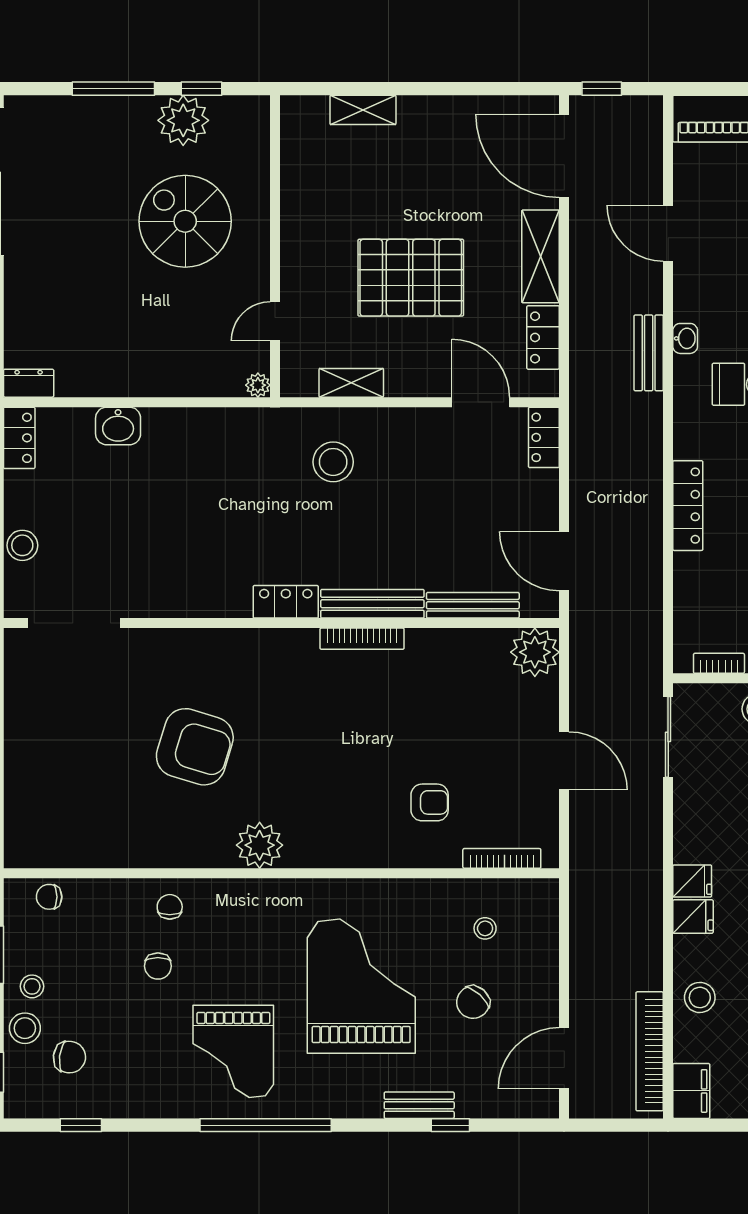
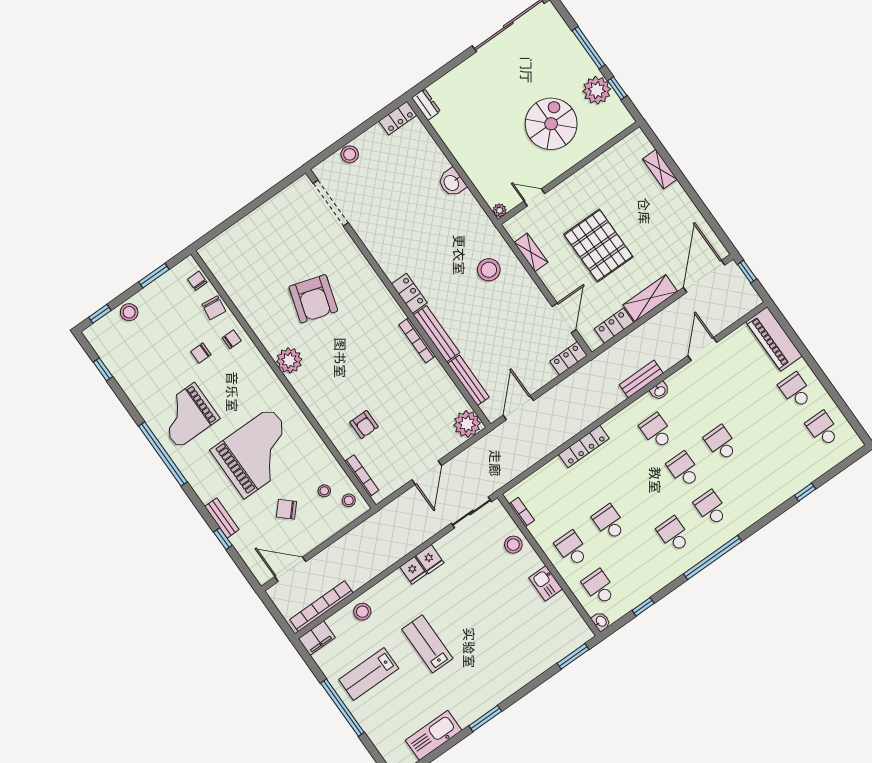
washbasin: (118, 426) -> (452, 183), moved
fridge: (693, 917) -> (430, 559), moved
stool: (32, 986) -> (349, 500), moved
chair: (69, 1057) -> (214, 308), moved

